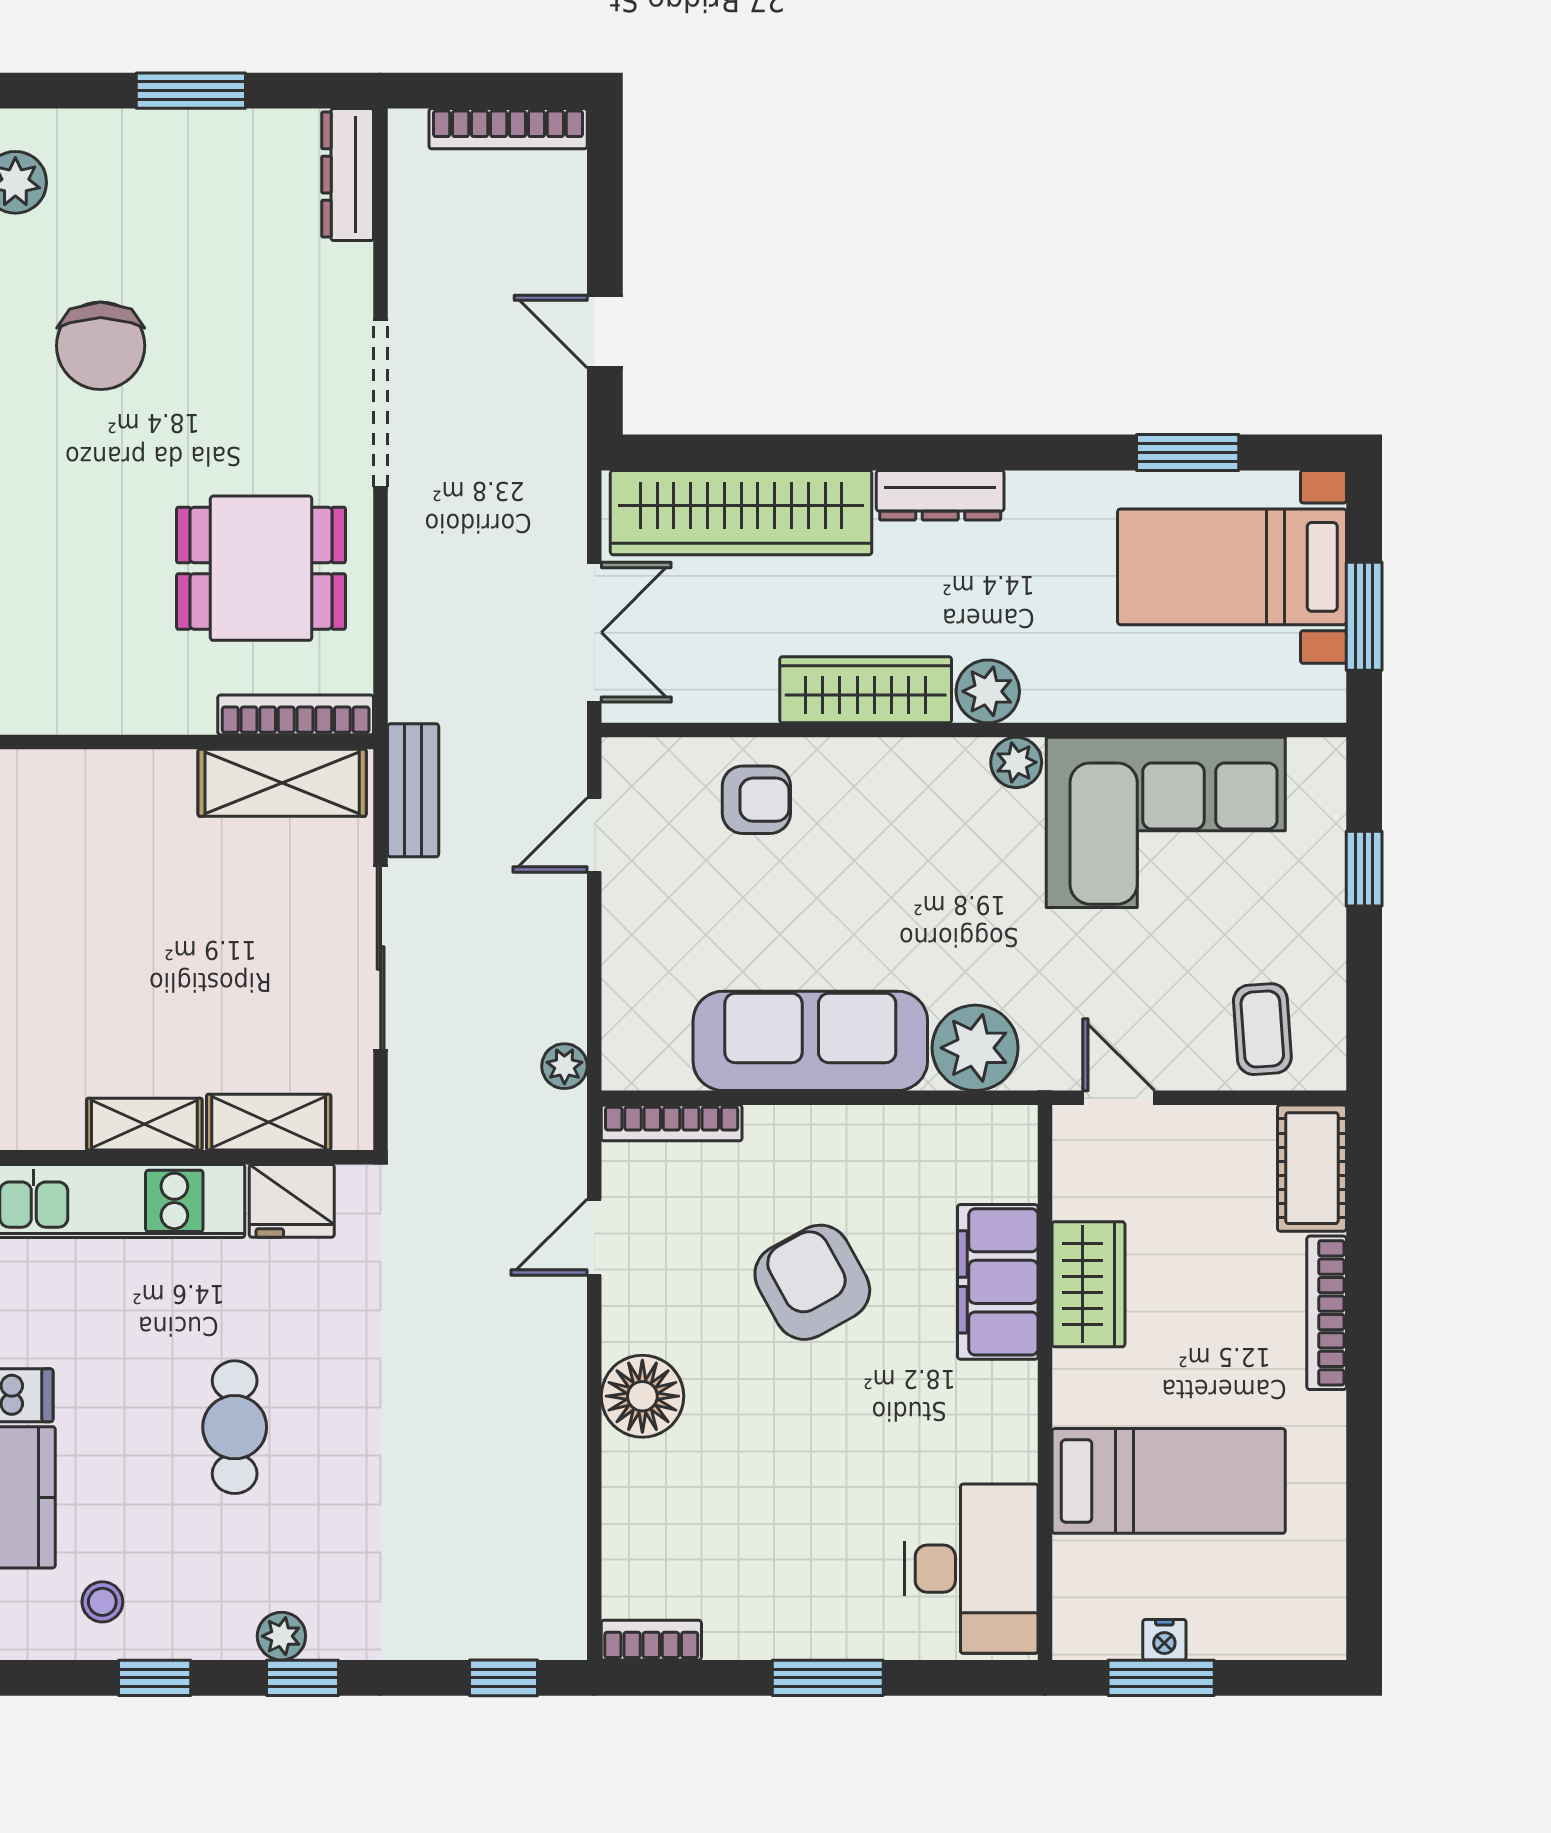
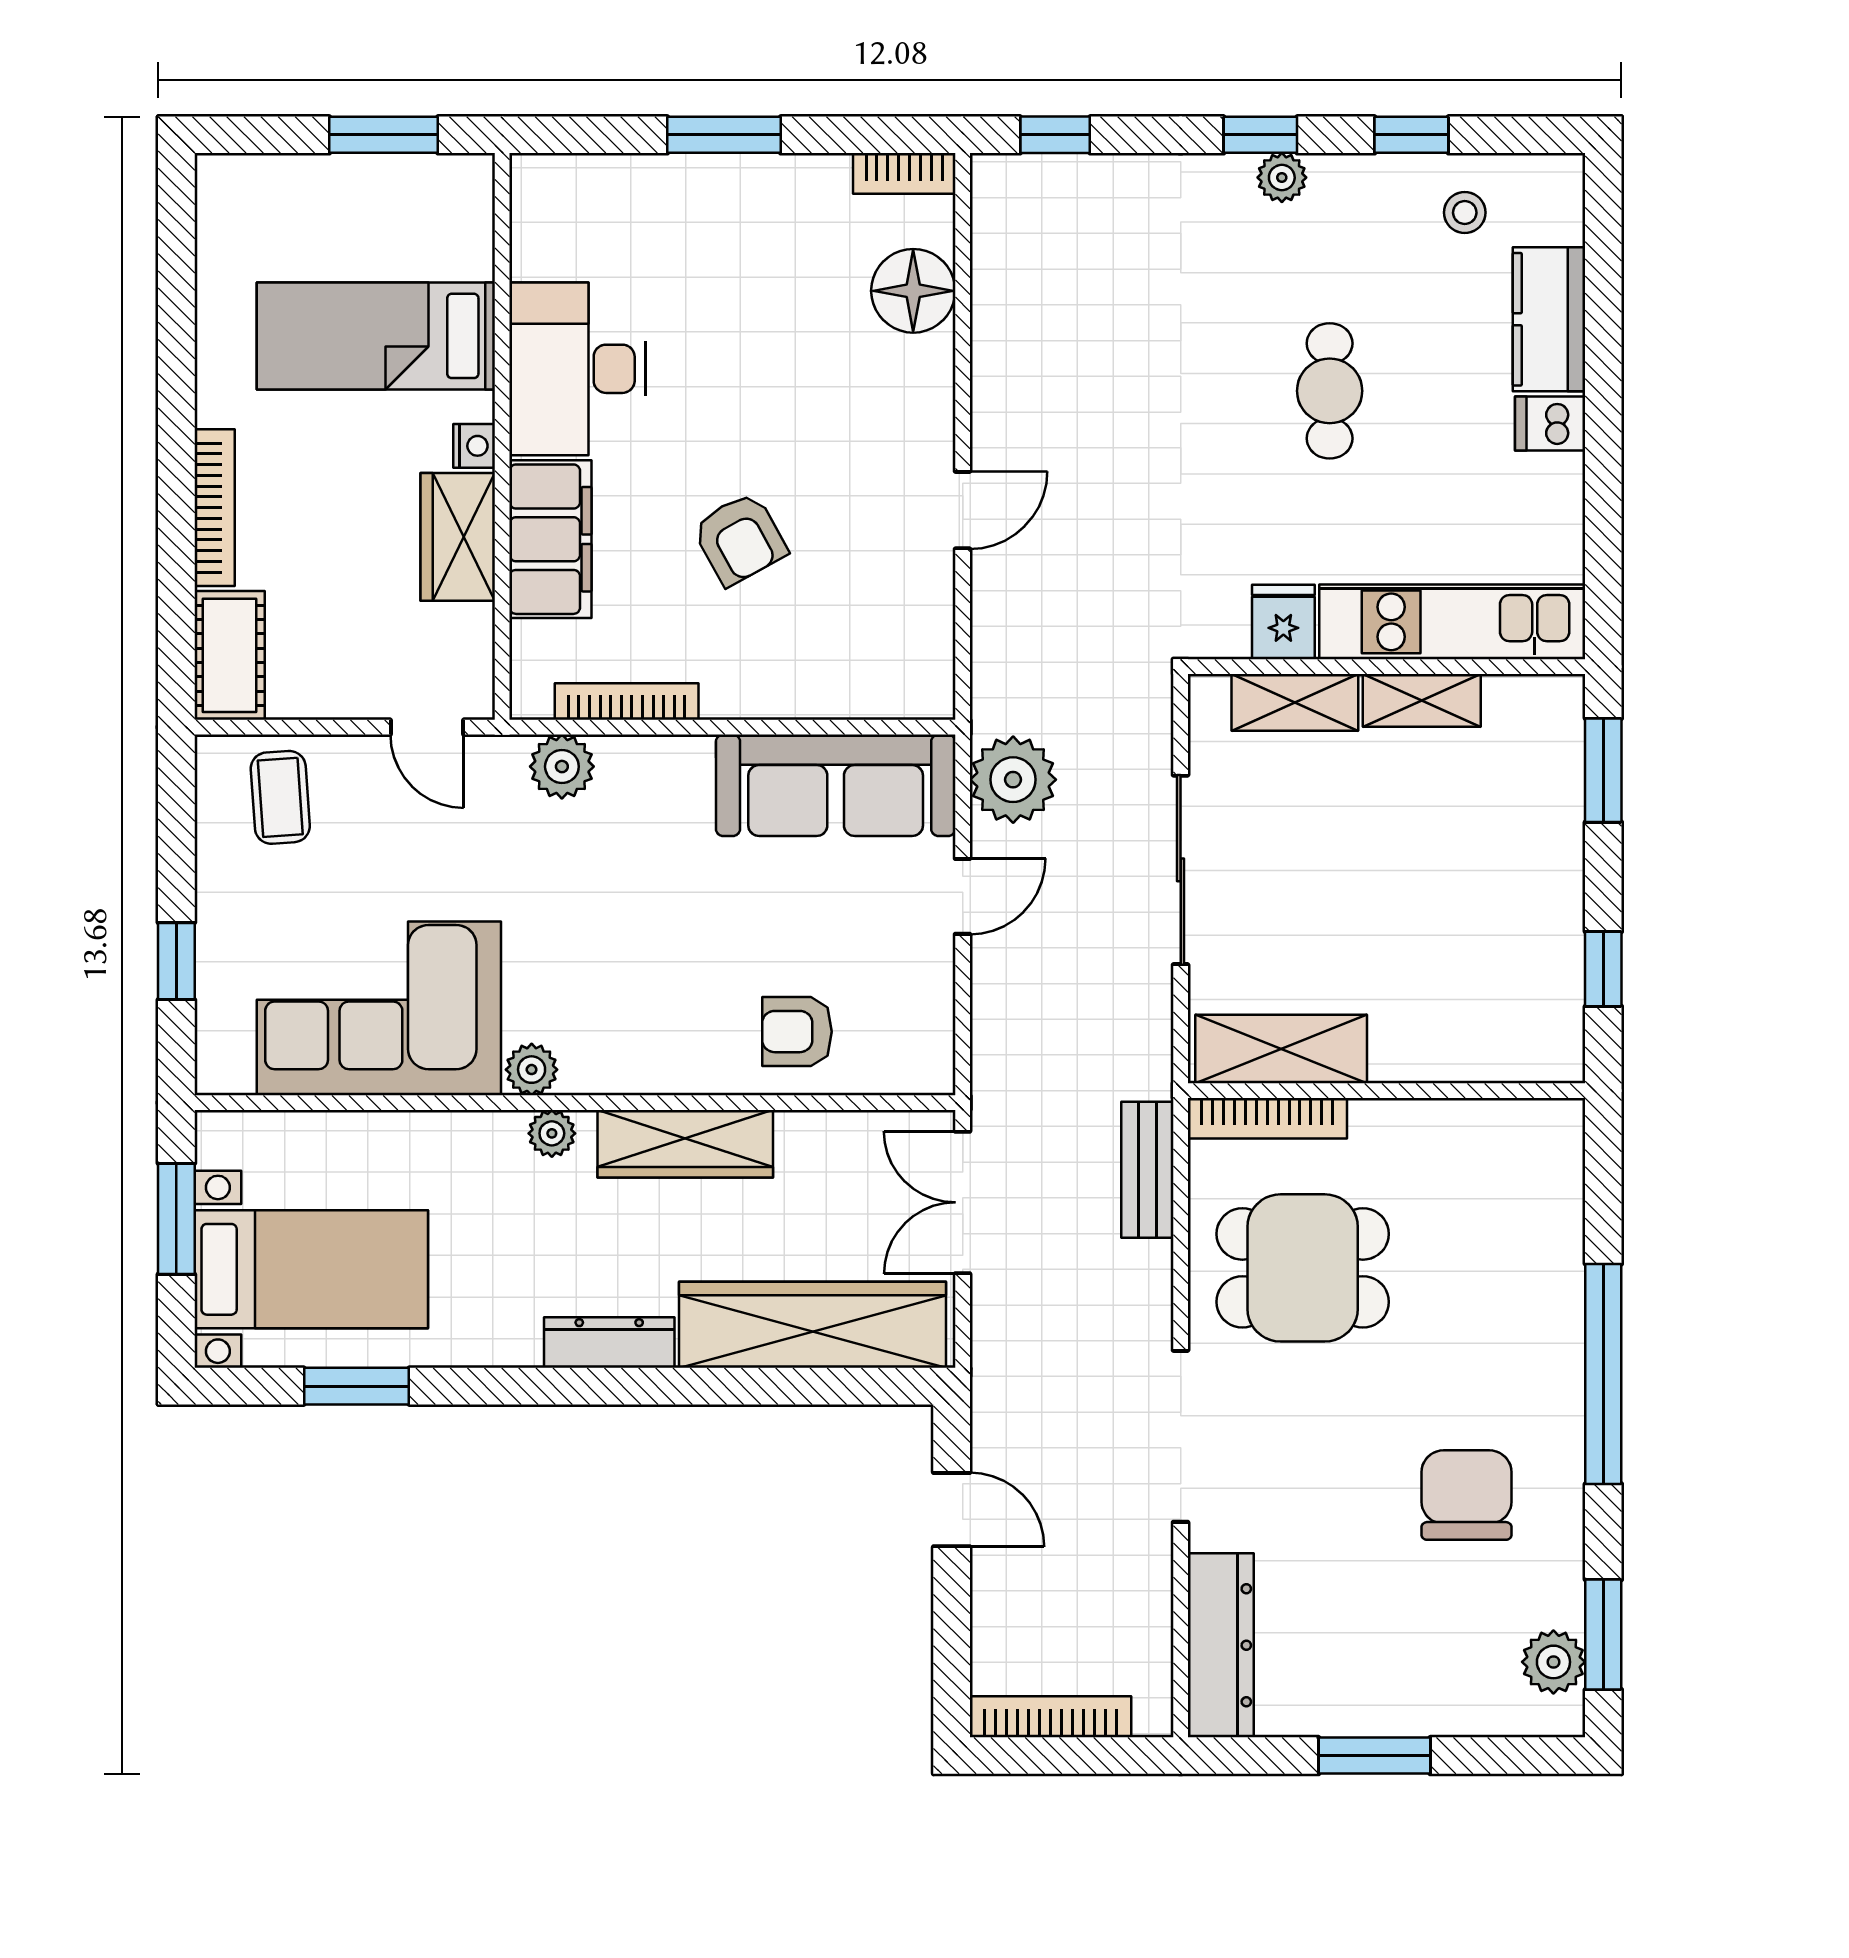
dresser: (348, 175) -> (1221, 1645), width x1.37, depth x1.24
plant: (988, 691) -> (552, 1133), width x0.73, depth x0.73
bench: (413, 790) -> (1147, 1170), moved
door: (594, 835) -> (963, 896), moved
sofa: (810, 1041) -> (836, 785), moved
plant: (975, 1048) -> (562, 767), width x0.73, depth x0.73
plant: (564, 1066) -> (1013, 780), width x1.87, depth x1.87
bookcase: (672, 1123) -> (627, 701), moved
fridge: (292, 1201) -> (1283, 622), width x0.72
door: (594, 1237) -> (963, 510), moved
armchair: (812, 1282) -> (740, 539), width x0.72, depth x0.72
floor lamp: (642, 1396) -> (913, 291), moved
desk: (971, 1569) -> (577, 369), moved
nightstand: (1164, 1640) -> (474, 446), moved, turned 90

